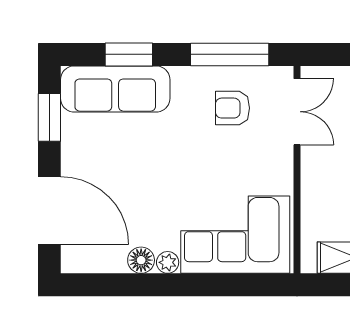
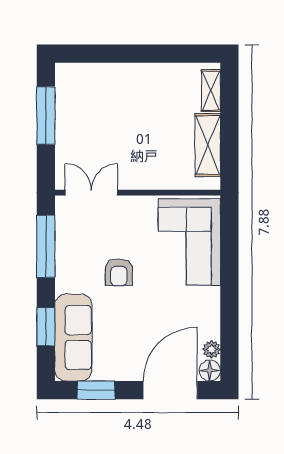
armchair: (233, 108) -> (119, 272), moved
floor lamp: (141, 260) -> (210, 371), moved
plant: (168, 262) -> (212, 349), moved

